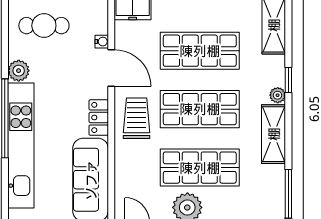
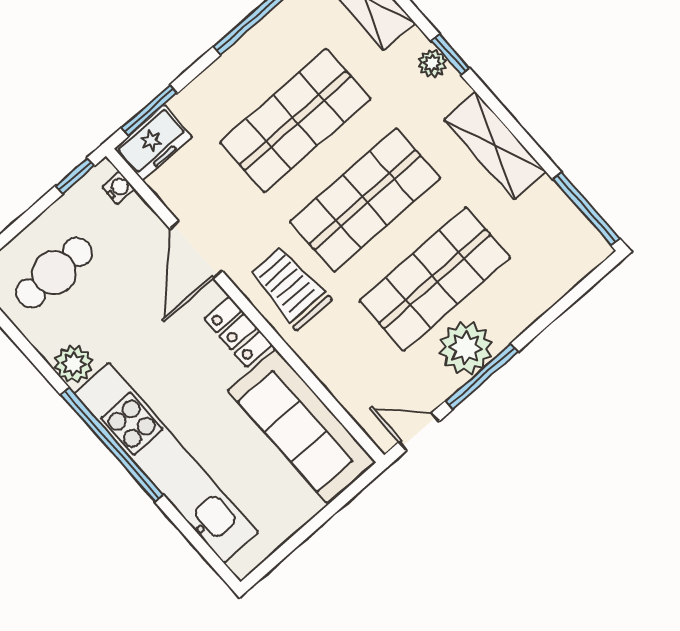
water cooler: (102, 42) -> (119, 188), moved
door: (111, 68) -> (196, 250), swing flipped
plant: (278, 95) -> (432, 63), moved

